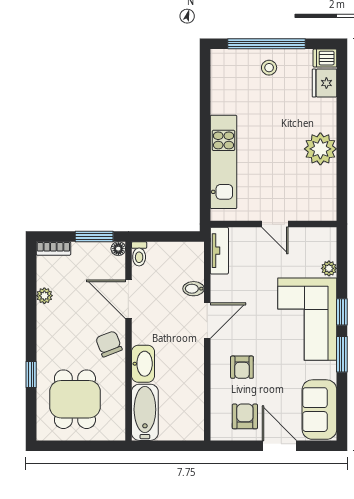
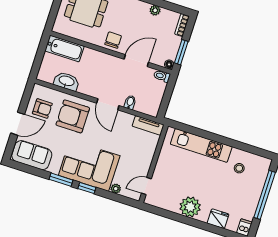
stool: (269, 68) -> (239, 168), moved
fridge: (325, 83) -> (218, 219), moved
door: (275, 224) -> (146, 186), moved
chair: (109, 344) -> (113, 40), turned -69
washbasin: (143, 364) -> (66, 81), moved, turned 180
armchair: (242, 367) -> (73, 116), width x1.88, depth x1.88

